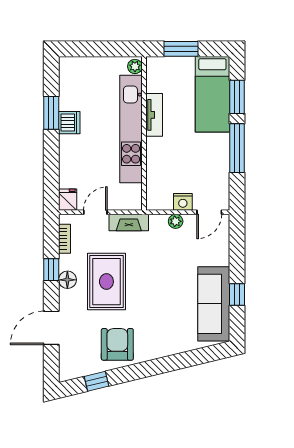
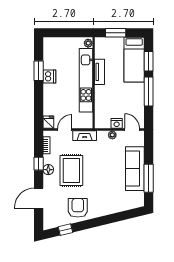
door: (209, 212) -> (132, 130), swing flipped
window: (237, 294) -> (149, 178), width x2.17
sofa: (214, 304) -> (135, 169), moved

